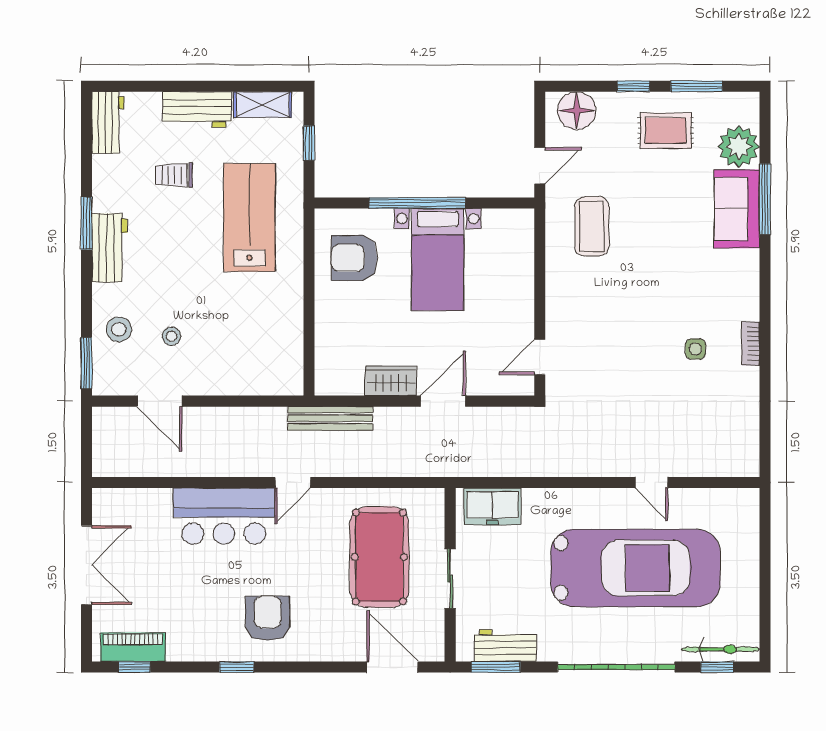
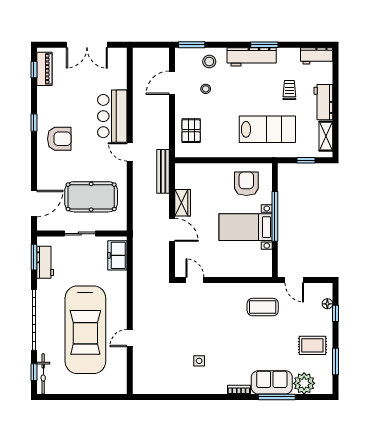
window: (633, 86) -> (335, 313), moved
floor lamp: (577, 111) -> (327, 304), width x0.53, depth x0.53
rug: (666, 131) -> (312, 345), turned 90
workbench: (110, 248) -> (252, 57), width x1.37
bookcase: (751, 344) -> (239, 390), moved
pallet: (252, 364) -> (191, 131), added

